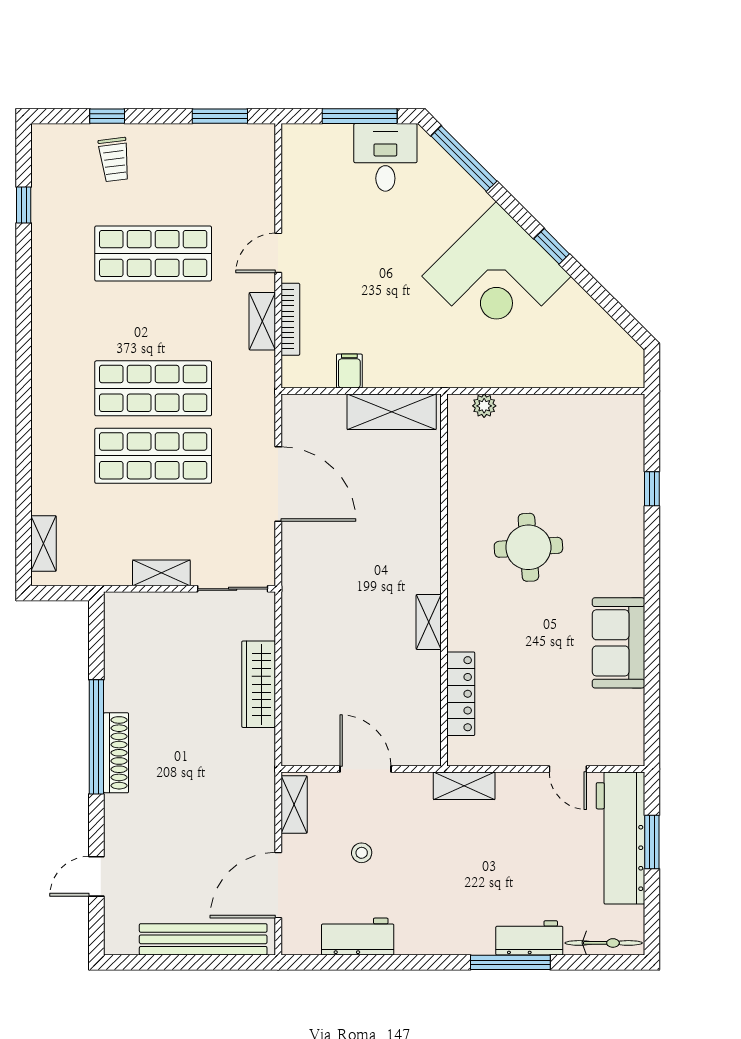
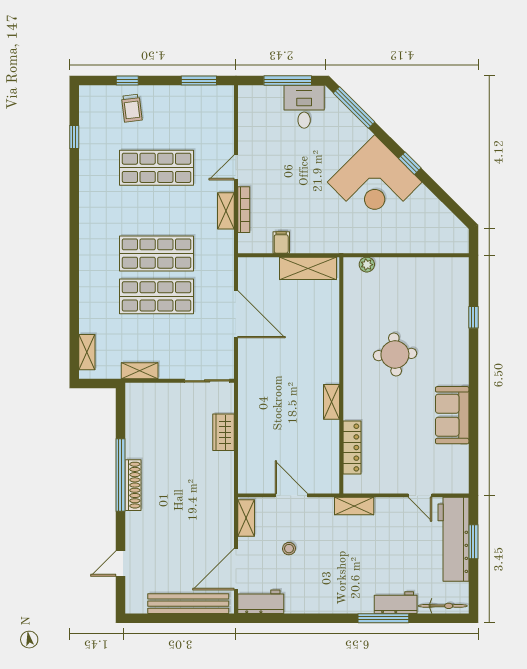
shelving: (161, 573) -> (140, 371), moved
wardrobe: (259, 684) -> (223, 432), width x0.67
workbench: (358, 937) -> (261, 602), moved

